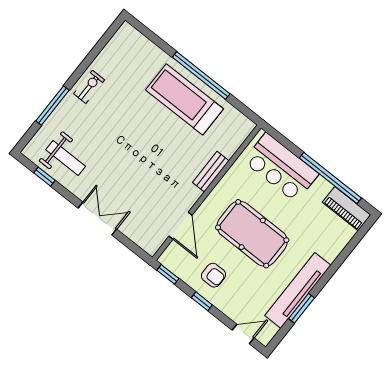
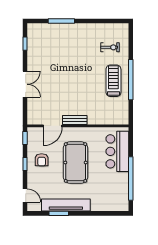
exercise bike: (89, 87) -> (110, 47), moved
treadmill: (185, 99) -> (113, 81), width x0.73, depth x0.73
weight bench: (66, 158) -> (42, 47), removed
bench: (211, 172) -> (75, 120), moved
piano: (347, 209) -> (122, 197), removed

